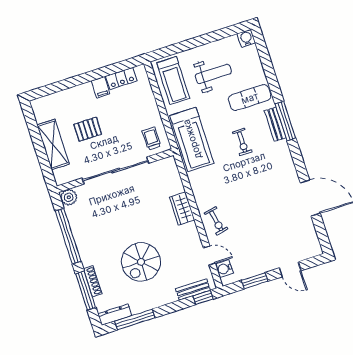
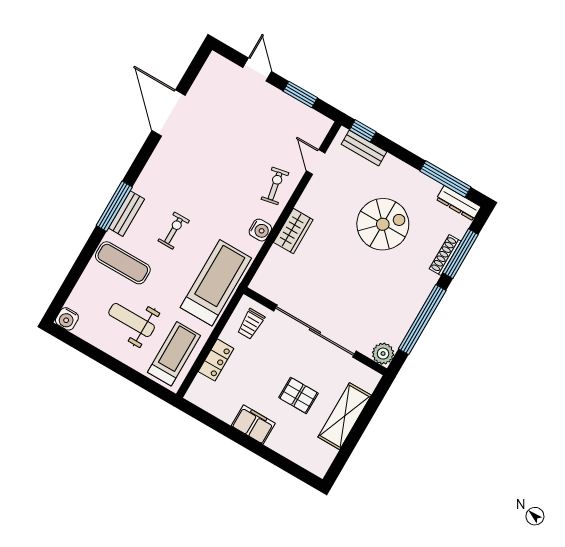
locker: (121, 78) -> (216, 360), moved, turned 90
filing cabinet: (101, 87) -> (253, 425), width x2.00
water cooler: (224, 269) -> (260, 230), moved

